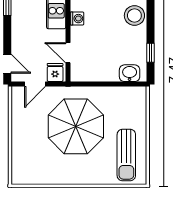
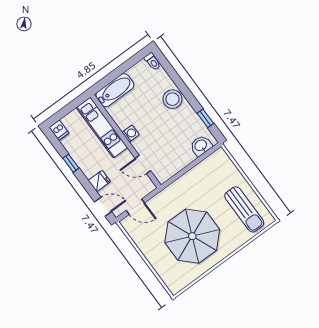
fridge: (55, 73) -> (99, 181), moved, turned 90
door: (35, 84) -> (135, 207), hinge flipped
parasol: (76, 126) -> (192, 236), moved

